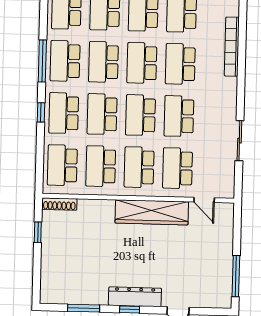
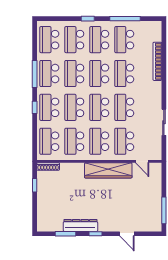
dresser: (135, 297) -> (80, 225), moved

